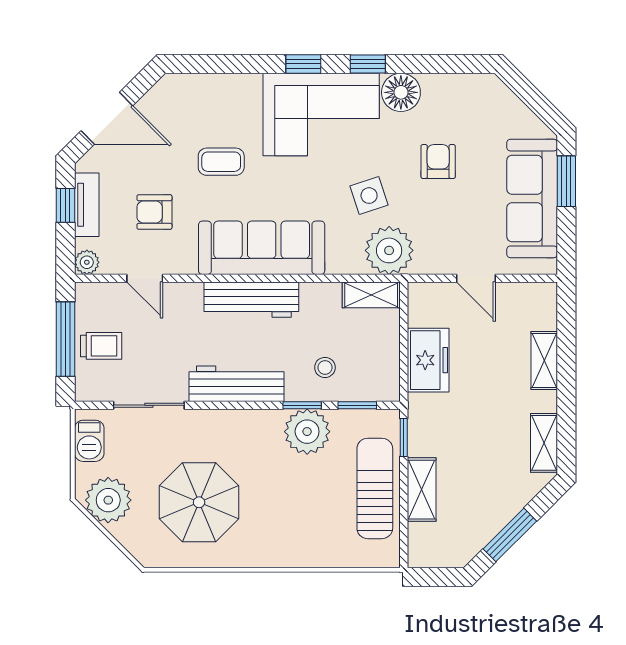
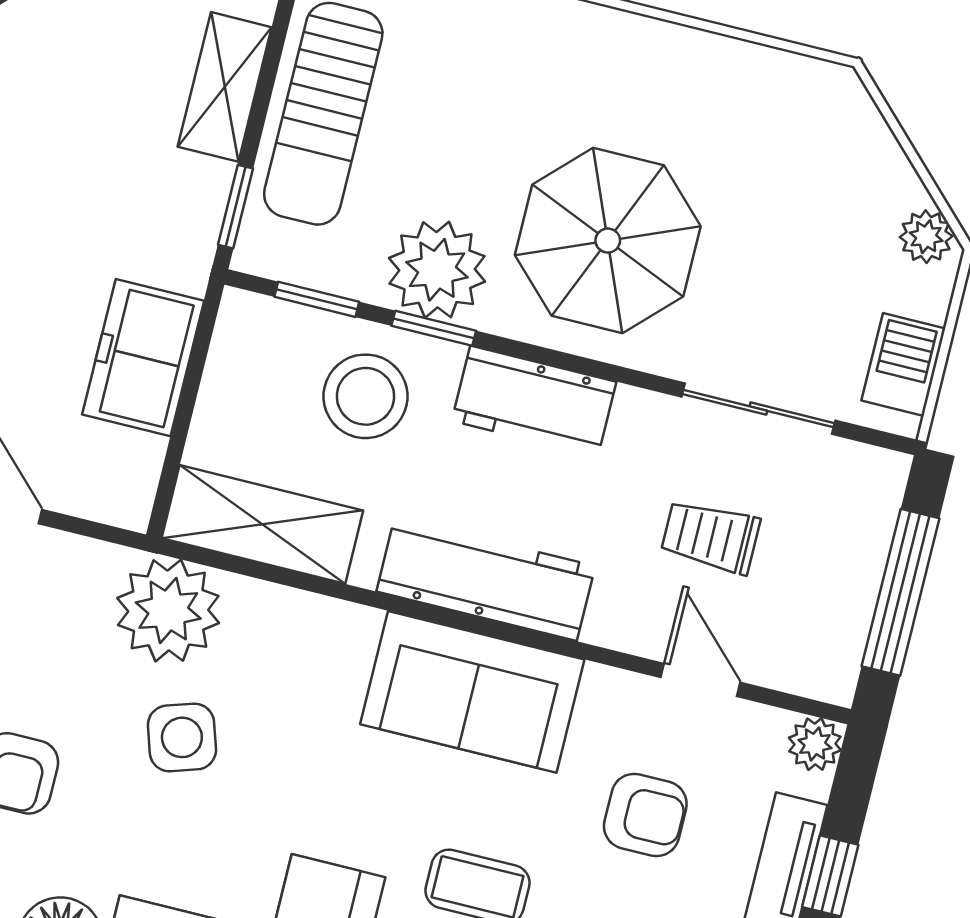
sofa: (262, 248) -> (472, 692), width x0.73
shelving: (371, 295) -> (262, 524), width x1.50, depth x1.33
trolley: (101, 346) -> (710, 537), moved
stool: (325, 367) -> (365, 396), width x1.89, depth x1.89
workbench: (237, 384) -> (534, 401), width x0.73
plant: (108, 500) -> (926, 237), width x0.53, depth x0.53
parasol: (199, 502) -> (608, 241), moved

